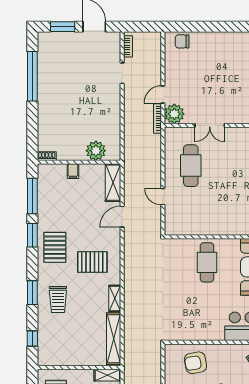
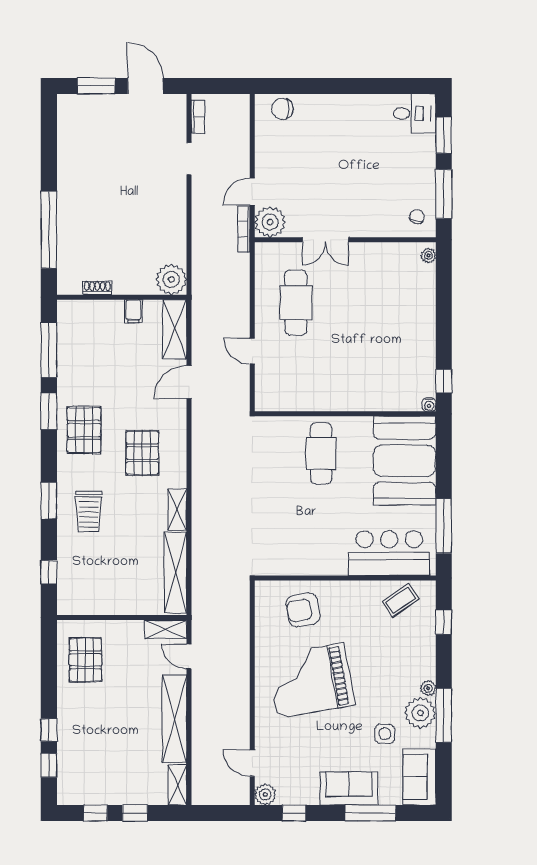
window: (32, 76) -> (49, 230), moved
plant: (96, 151) -> (171, 279), moved
shoe rack: (47, 156) -> (97, 288), moved
filing cabinet: (73, 171) -> (133, 311), moved
pallet: (92, 262) -> (142, 453), turned 90

